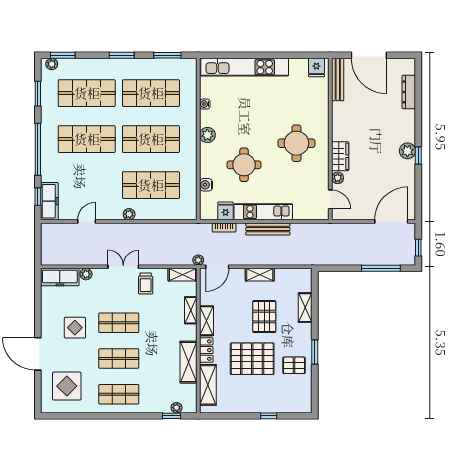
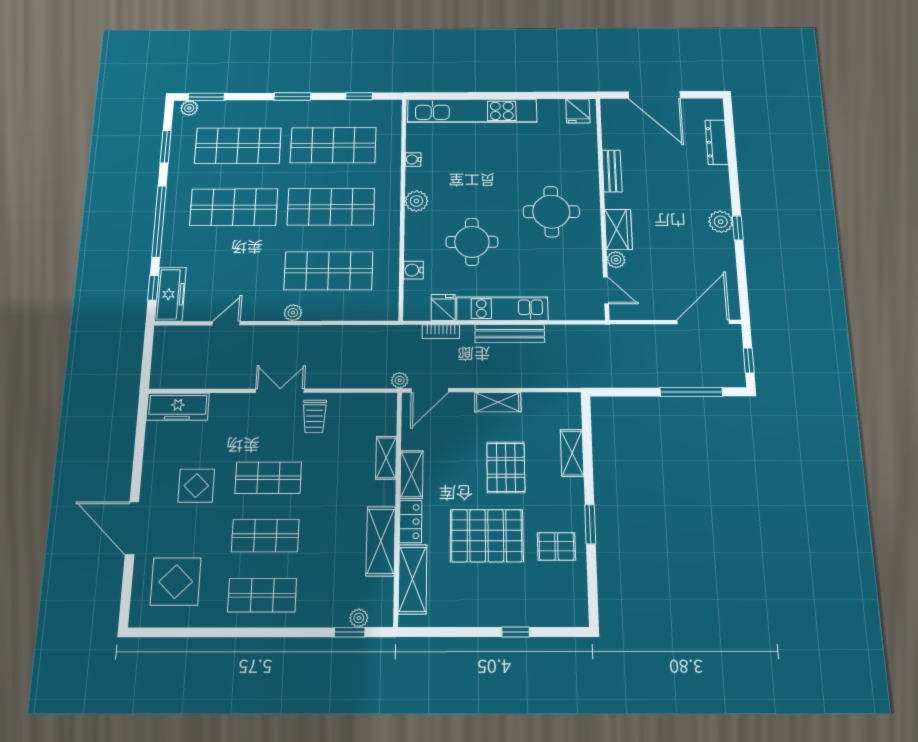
window: (167, 55) -> (359, 96), width x0.67
bench: (338, 80) -> (612, 171), moved, width x0.73
plant: (86, 274) -> (220, 402), removed
shelving: (183, 275) -> (374, 403), removed

